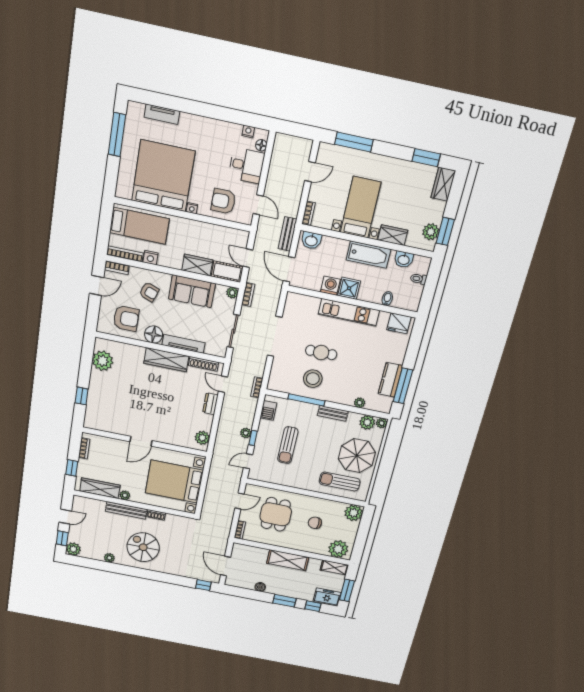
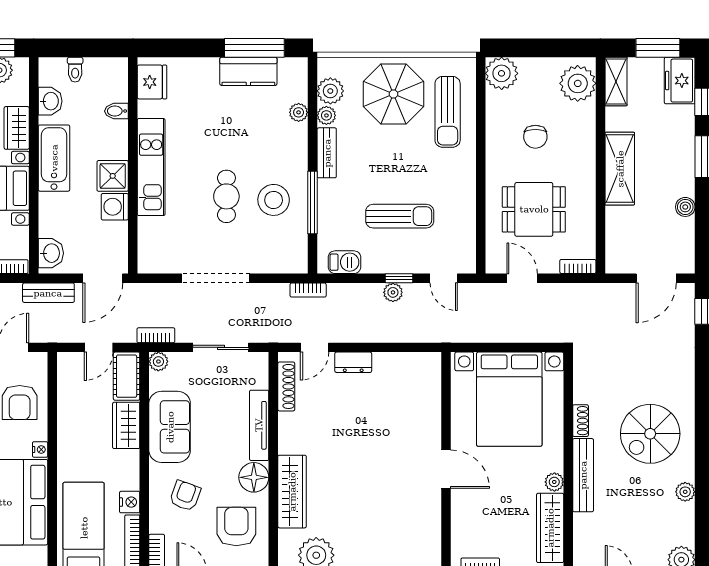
wardrobe: (166, 360) -> (292, 492), moved
plant: (382, 423) -> (326, 115), moved
plant: (202, 438) -> (417, 365), removed

